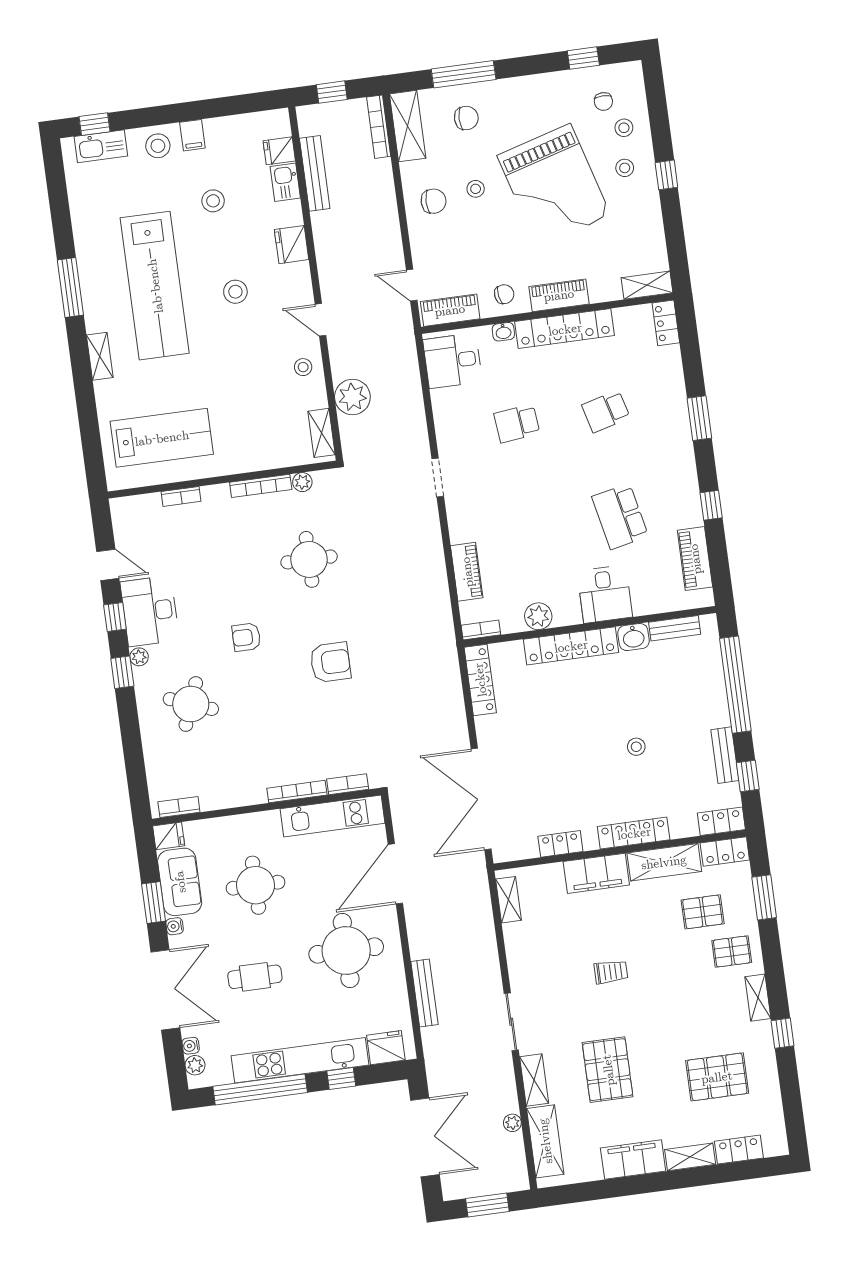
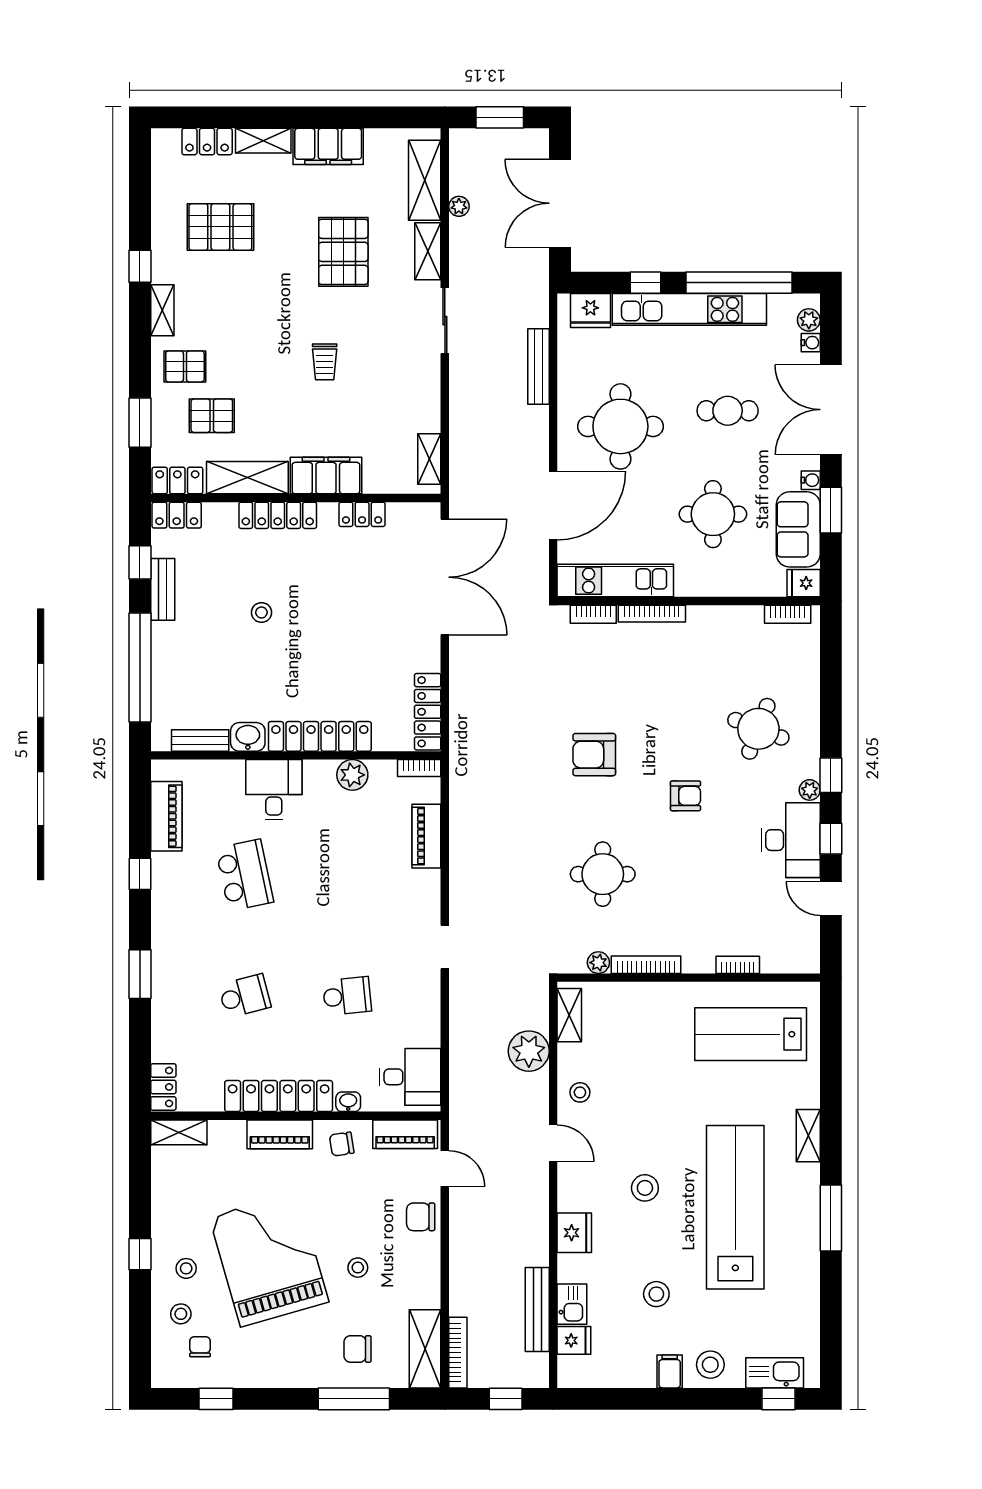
chair: (434, 201) -> (421, 1217), moved
trolley: (611, 972) -> (325, 362), turned -90

